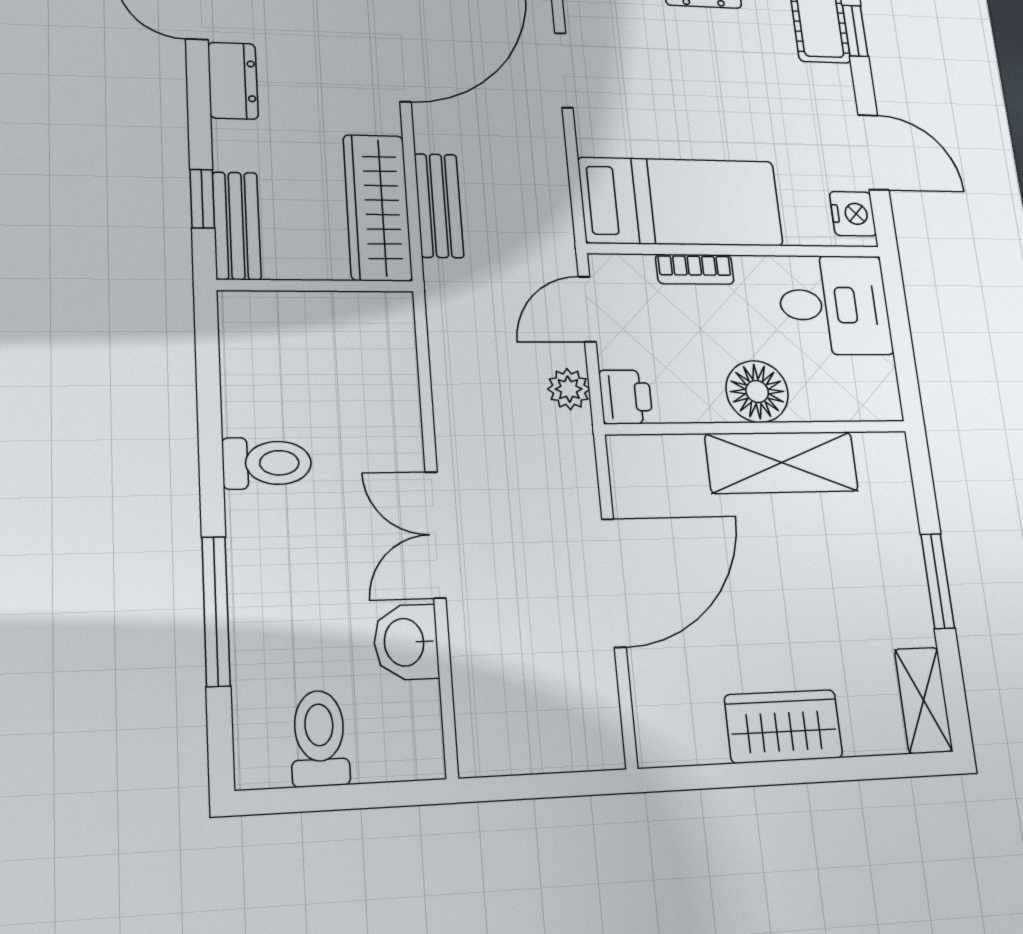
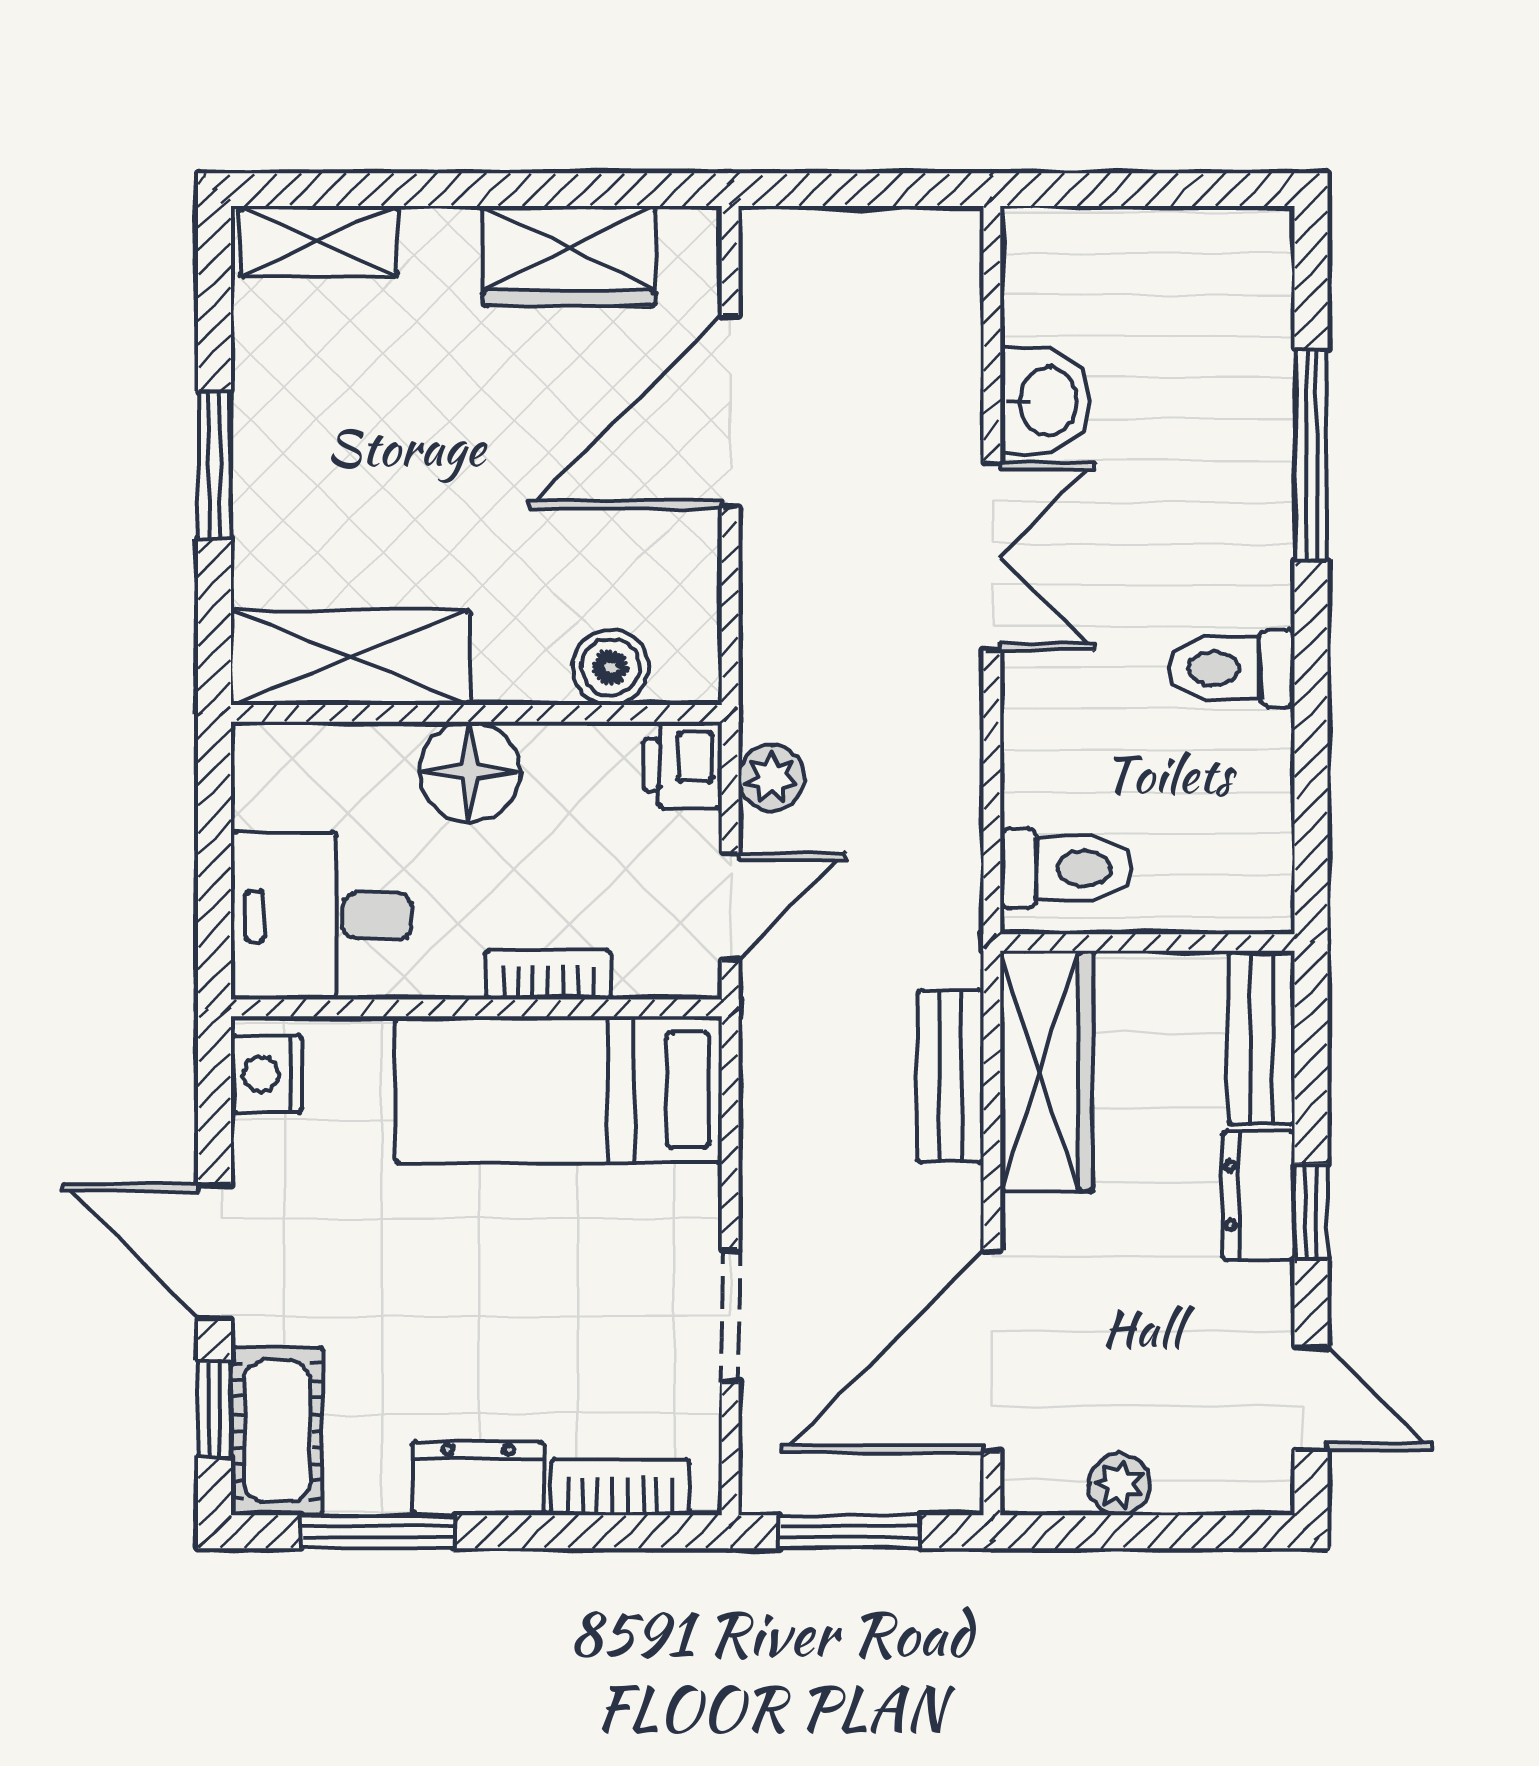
dresser: (233, 81) -> (1258, 1195), moved
door: (873, 152) -> (215, 1251), moved
window: (202, 199) -> (1311, 1211), moved
boiler: (678, 458) -> (611, 667), added
shelving: (782, 462) -> (350, 657), moved
door: (614, 583) -> (730, 411), moved
shelving: (923, 700) -> (319, 241), moved, turned 90
wardrobe: (783, 726) -> (569, 256), moved
toilet: (319, 738) -> (1066, 868), moved, turned -90

